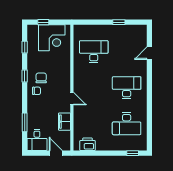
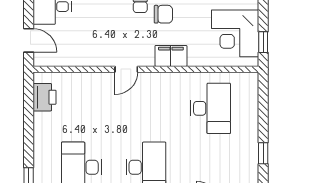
window: (43, 22) -> (263, 42), moved
filing cabinet: (64, 122) -> (171, 56), moved
door: (56, 153) -> (29, 40), hinge flipped

